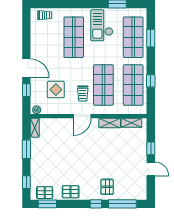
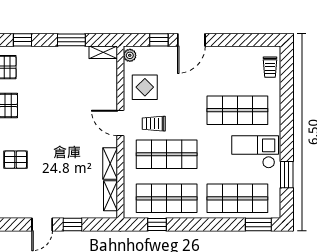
window: (151, 38) -> (258, 225), moved
window: (151, 81) -> (157, 225), moved
display table: (56, 90) -> (145, 87), moved

